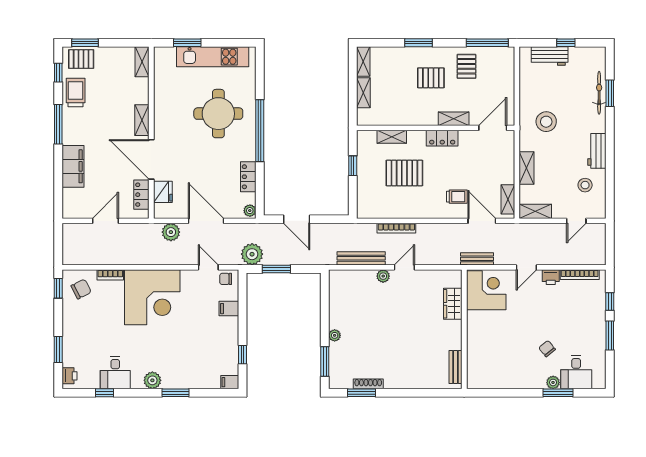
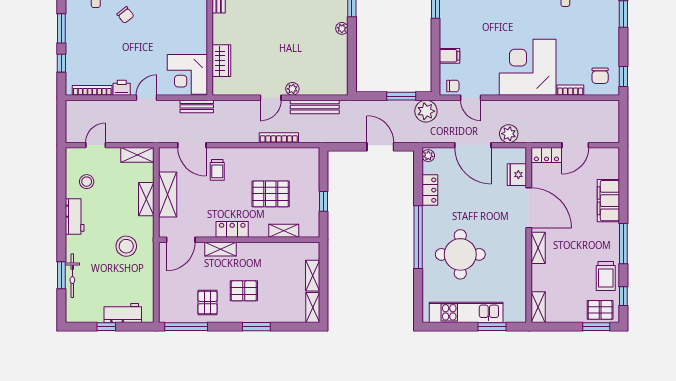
locker: (141, 195) -> (546, 155), moved, turned 90
trolley: (457, 197) -> (217, 170), turned -90
shelving: (508, 199) -> (168, 195), moved, width x1.50, depth x1.33
chair: (81, 289) -> (600, 76), turned -63

